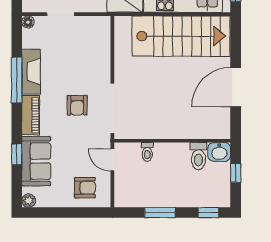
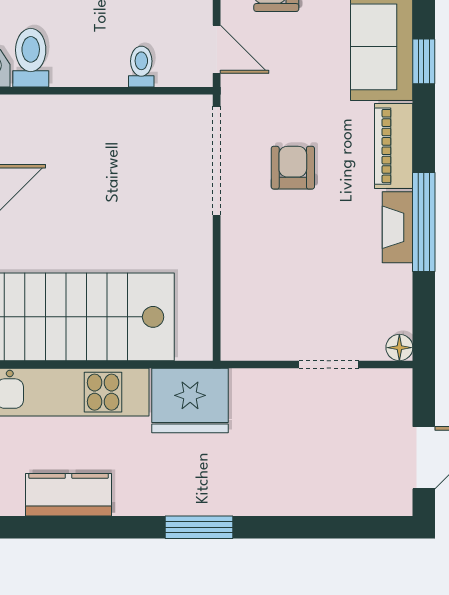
fireplace: (31, 72) -> (398, 227), width x0.73, depth x0.76

